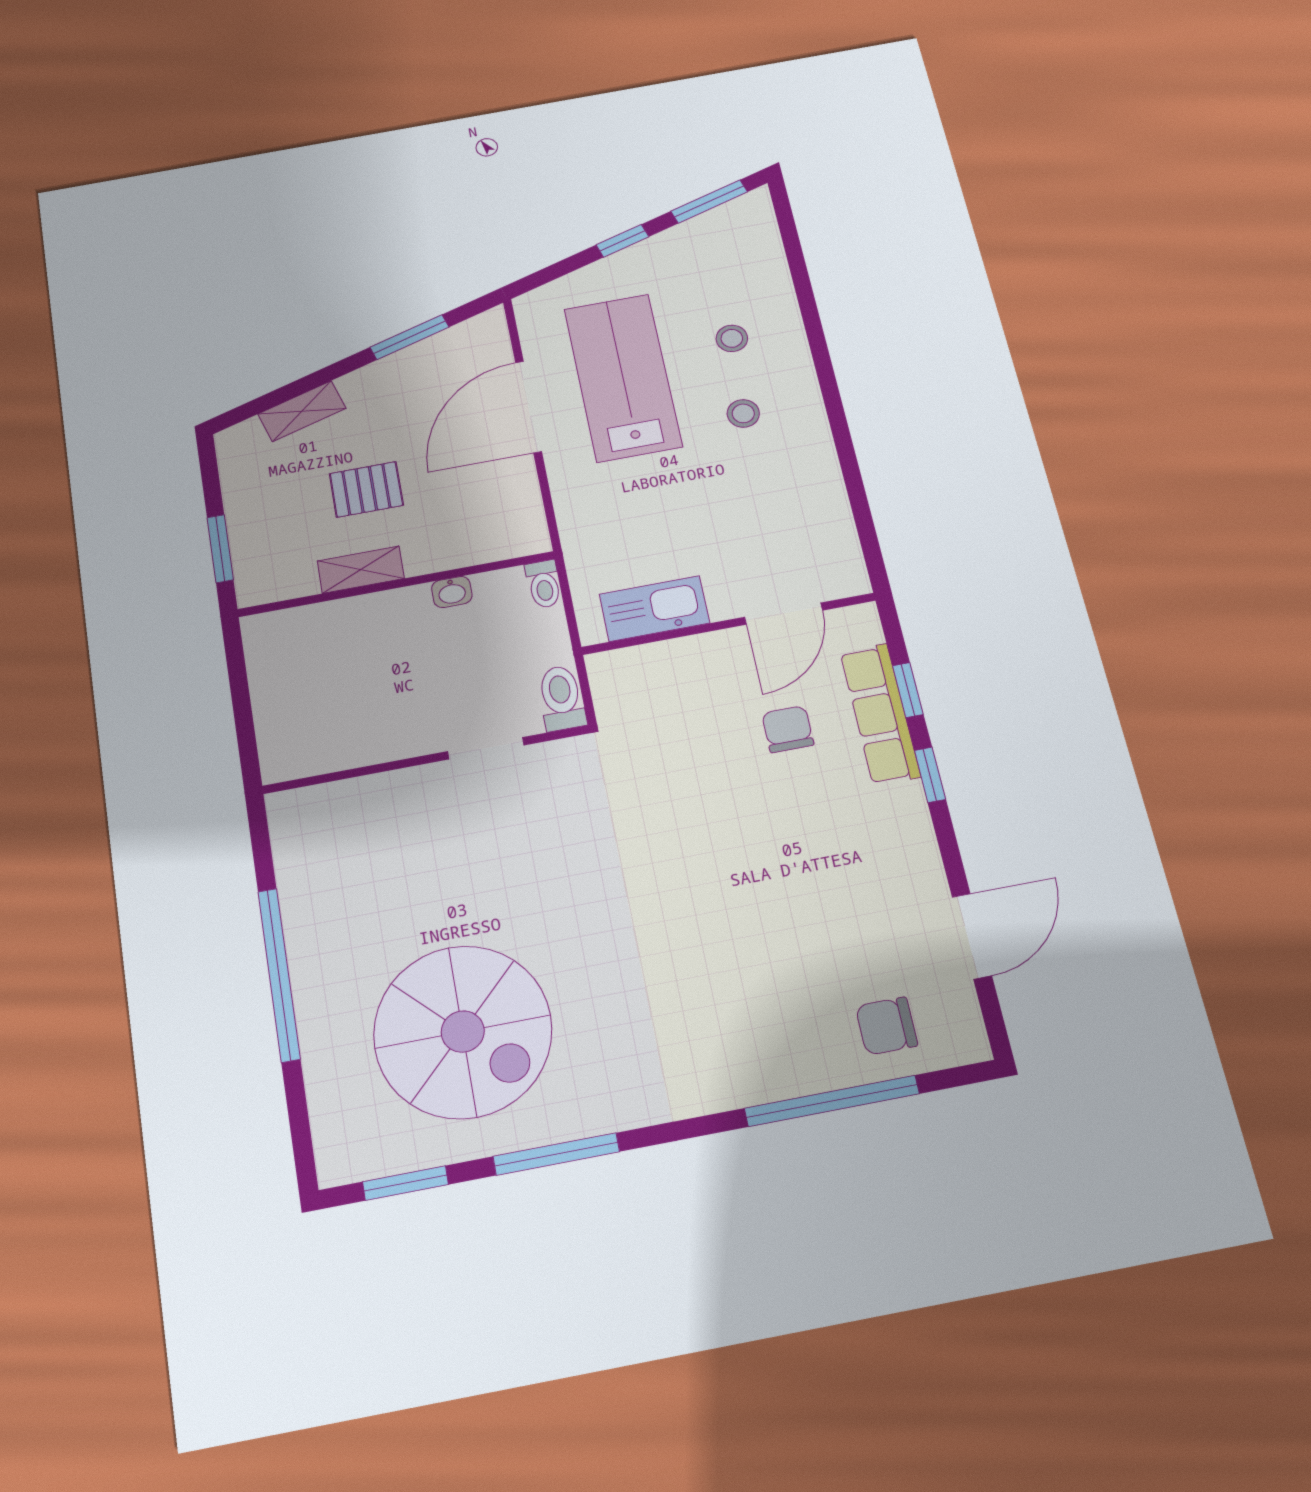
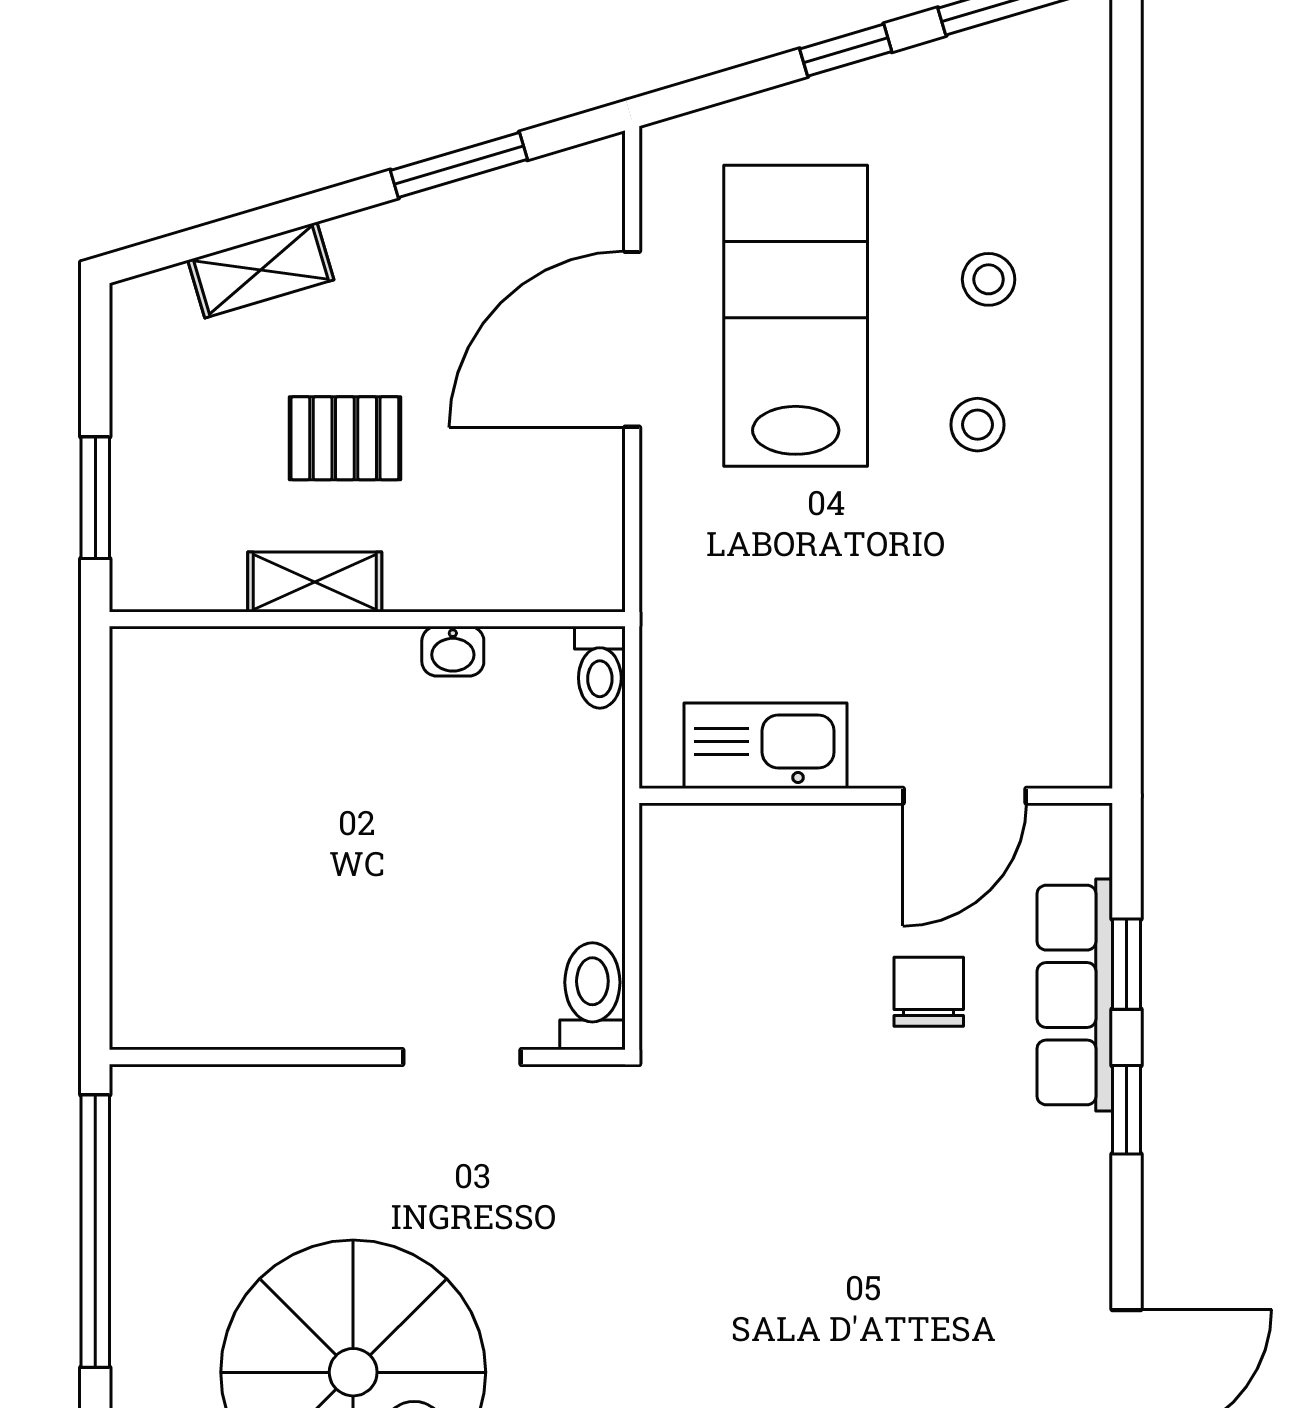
toilet: (561, 698) -> (592, 996), moved
doorway: (486, 748) -> (462, 1057), moved
wall: (426, 759) -> (367, 1057), moved

